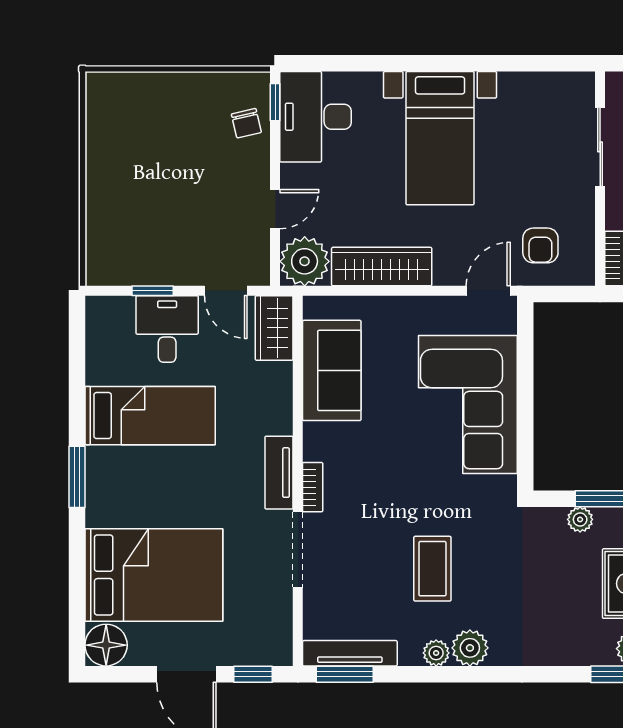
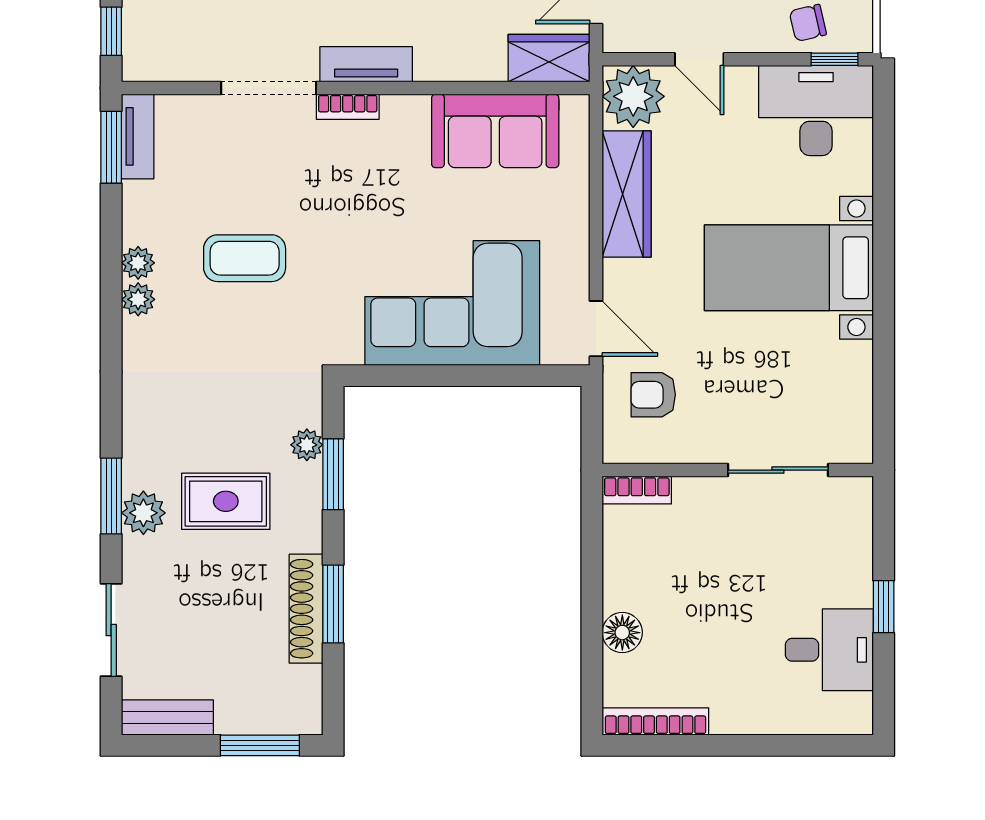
plant: (470, 648) -> (138, 299), width x0.73, depth x0.73
tv unit: (350, 653) -> (138, 136), width x0.71

